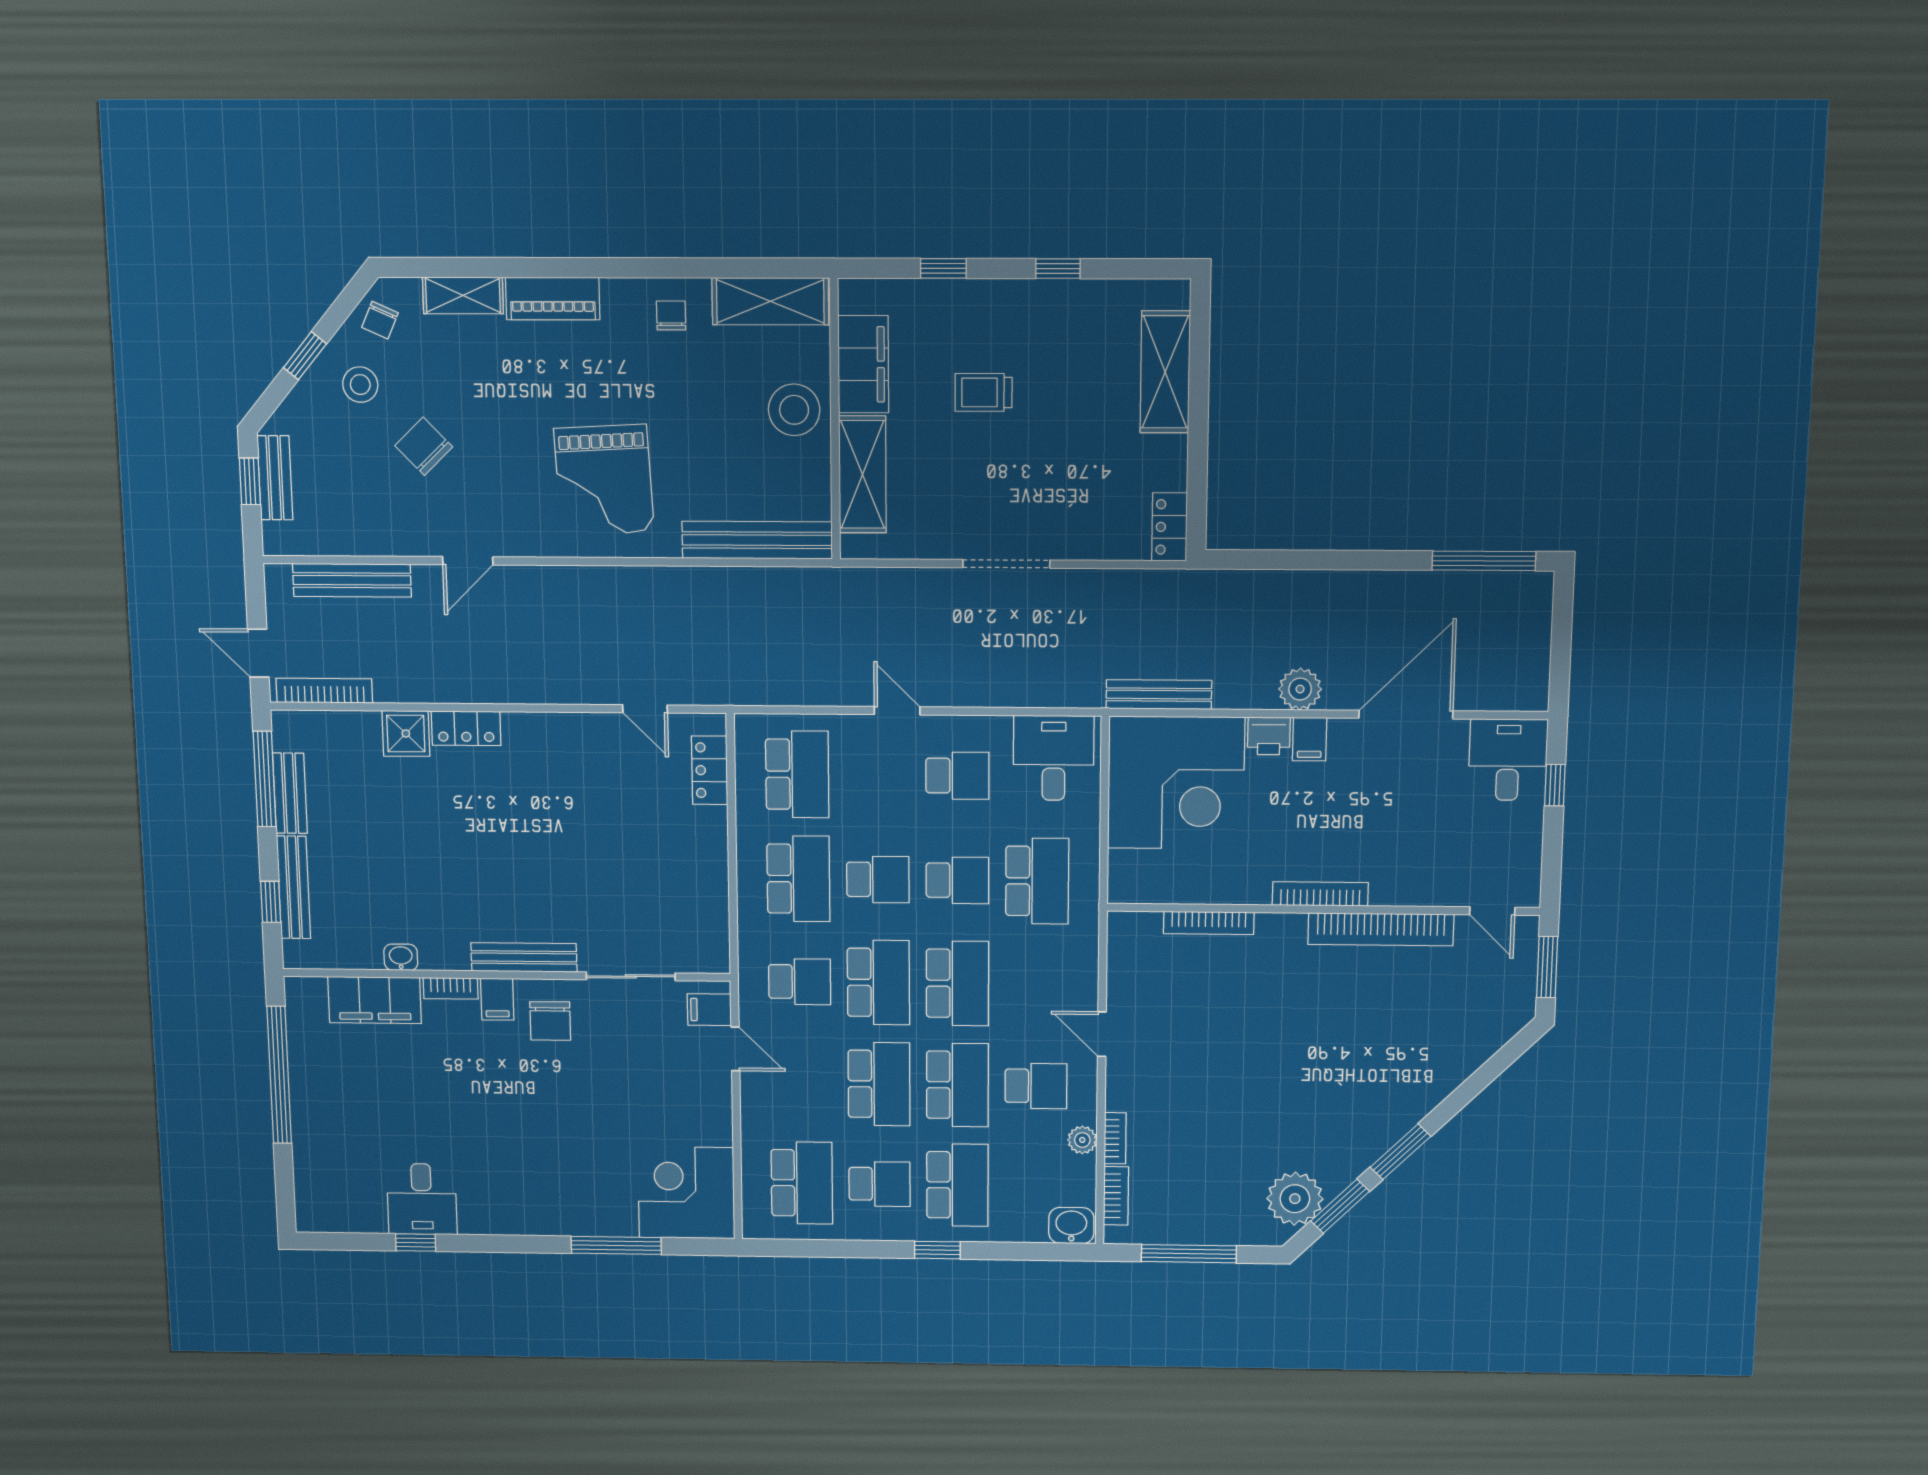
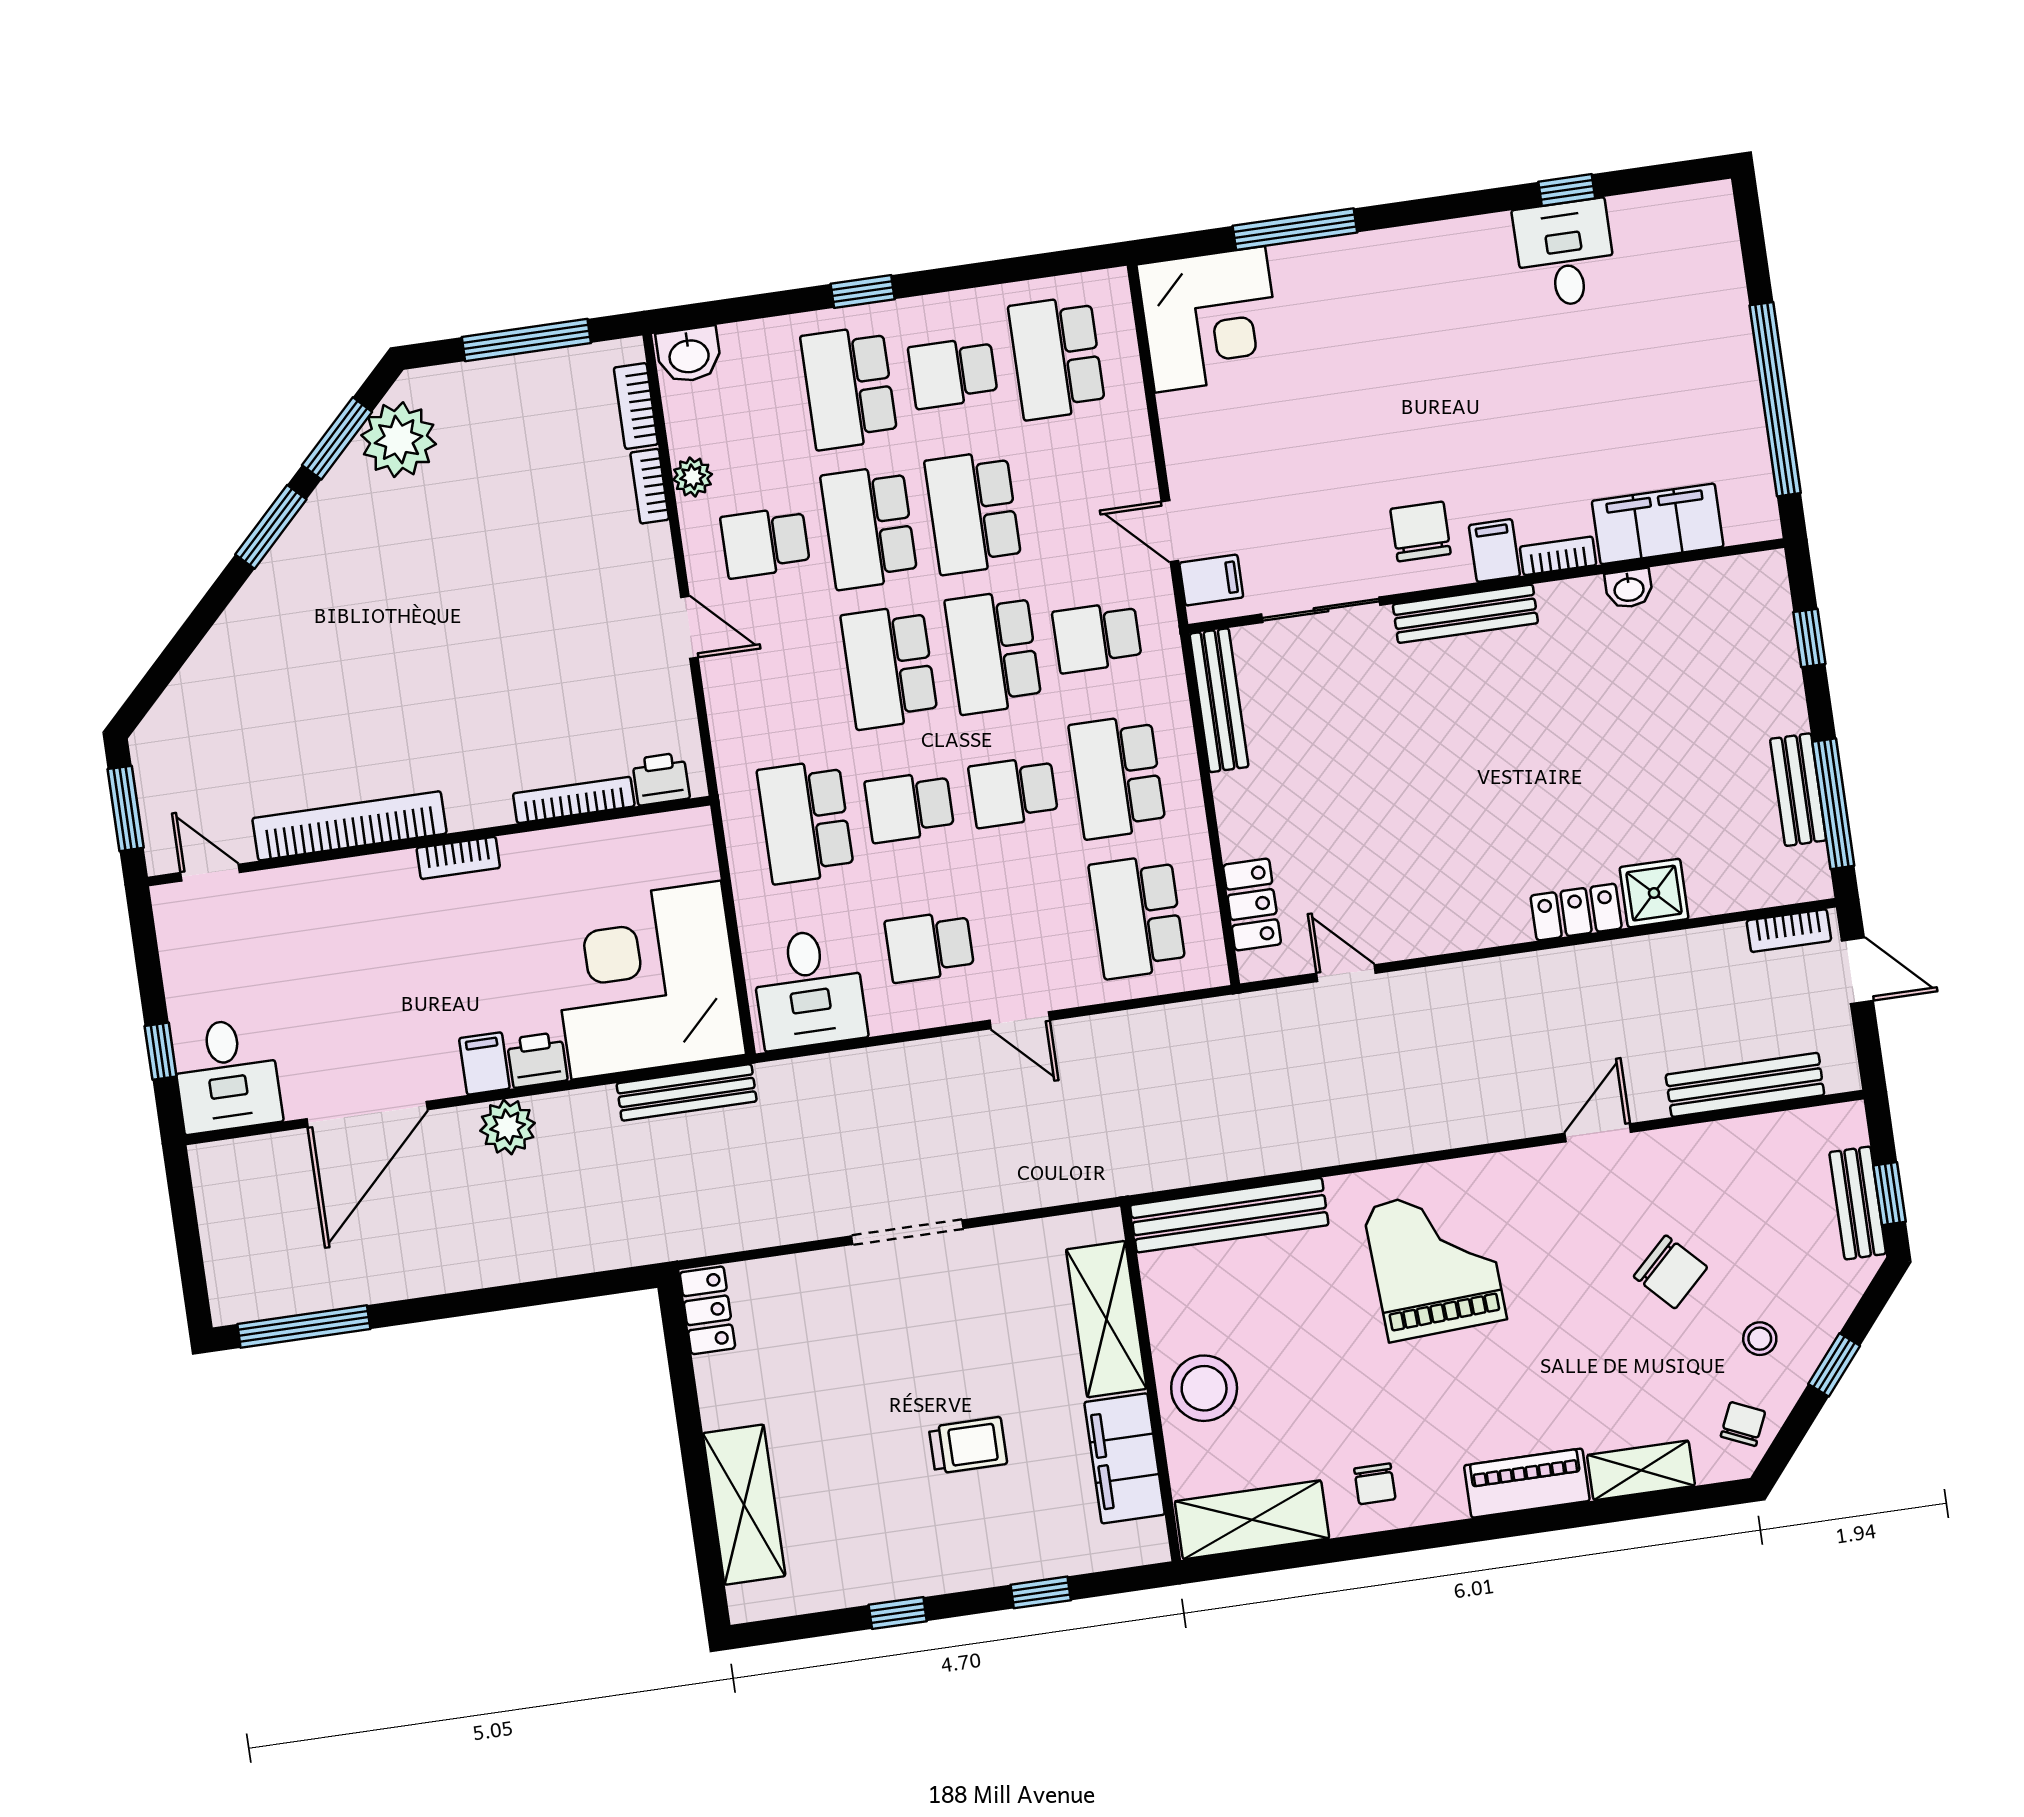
stool: (360, 385) -> (1760, 1339), width x0.73, depth x0.73
bookcase: (324, 691) -> (1789, 931), width x0.64
bench: (294, 887) -> (1219, 700), moved
bookcase: (1320, 894) -> (458, 858), width x0.64
printer: (1141, 928) -> (661, 779), added

